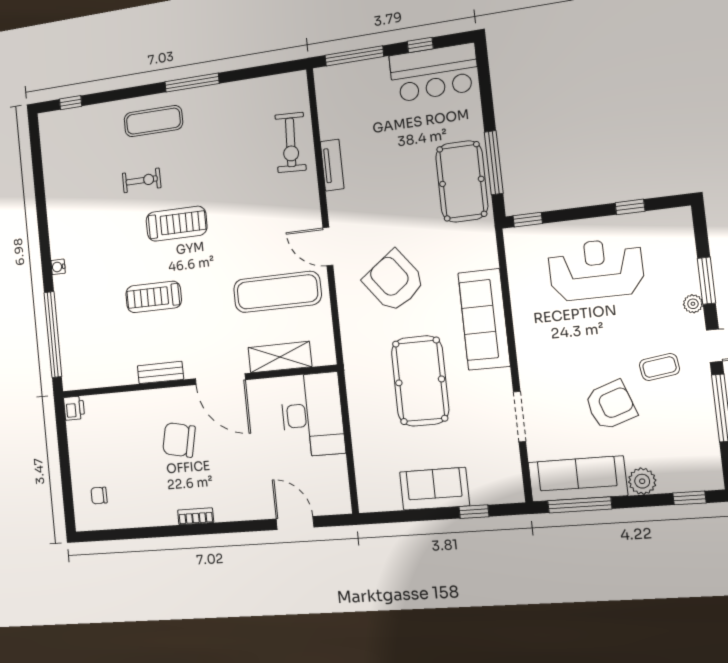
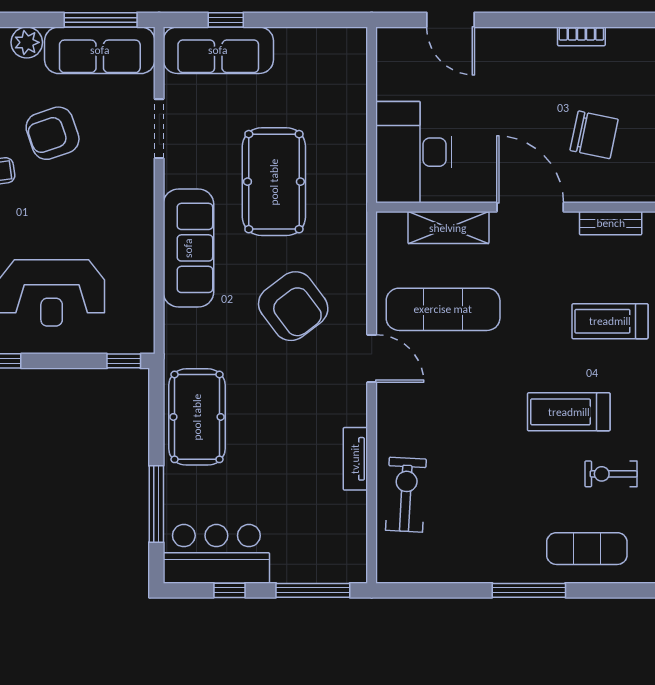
window: (494, 163) -> (156, 504), moved
treadmill: (154, 297) -> (610, 321), turned 180
sofa: (434, 489) -> (218, 50), moved, width x1.36

